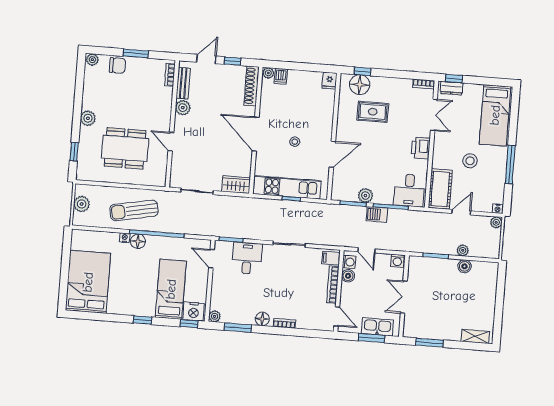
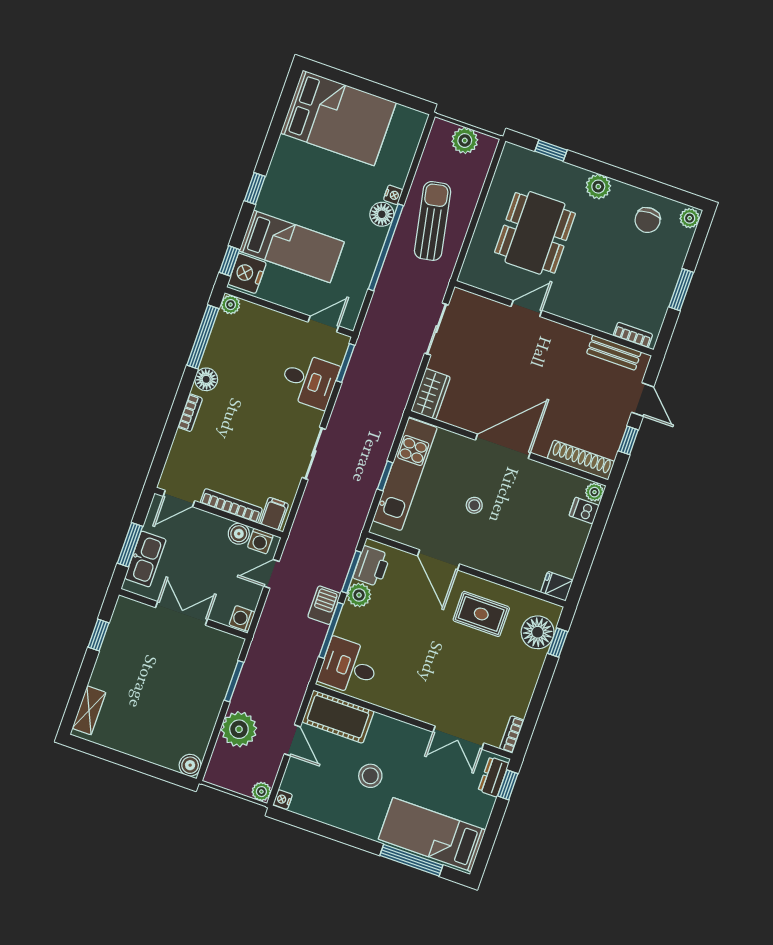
chair: (117, 65) -> (648, 220), moved
plant: (183, 108) -> (575, 342), removed
rug: (373, 112) -> (481, 614), moved, turned 90
printer: (421, 148) -> (372, 566), moved, turned 90
window: (510, 164) -> (411, 860), moved
plant: (463, 250) -> (239, 729), width x1.88, depth x1.88
boiler: (465, 266) -> (190, 765), moved
window: (238, 328) -> (203, 337), width x1.44
window: (429, 343) -> (98, 635), width x0.67

